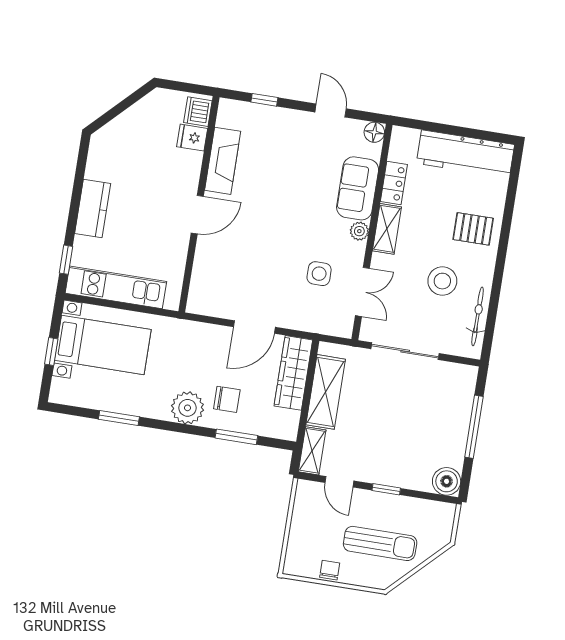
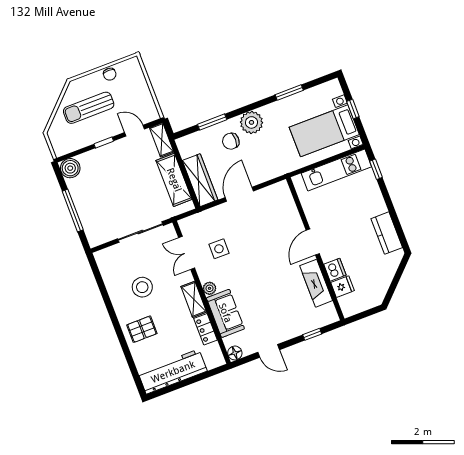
dishwasher: (198, 112) -> (335, 270), moved
kitchen counter: (93, 208) -> (387, 233), moved
bicycle: (478, 316) -> (109, 278), removed

